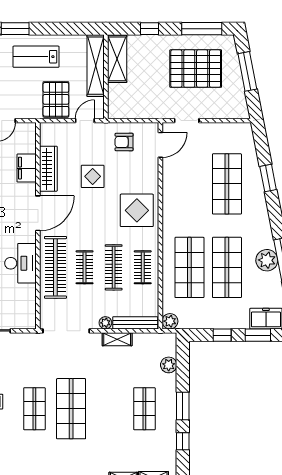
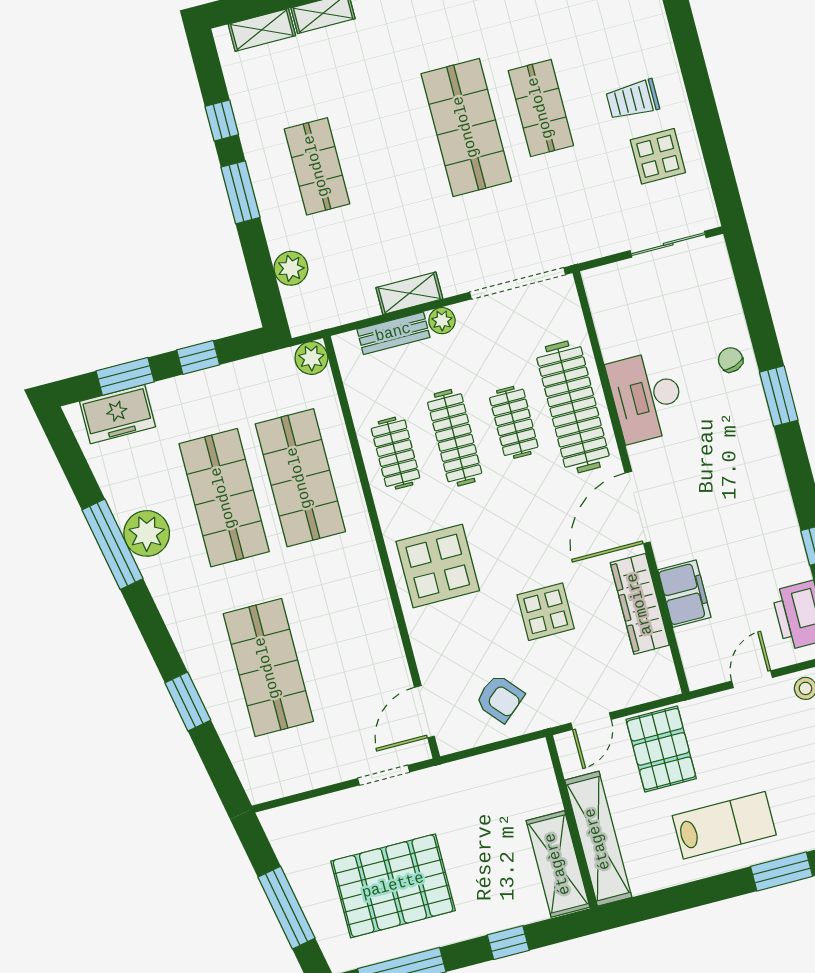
armchair: (124, 142) -> (500, 698), turned 49
bench: (135, 323) -> (393, 333), width x0.73

